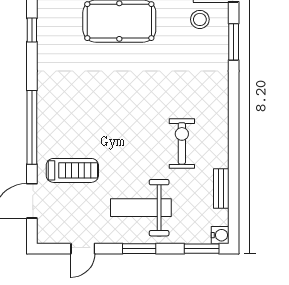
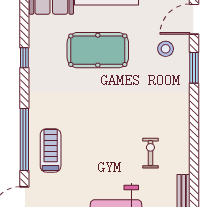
exercise bike: (182, 143) -> (150, 153), width x0.73, depth x0.72
treadmill: (72, 170) -> (51, 150), moved, turned -90

